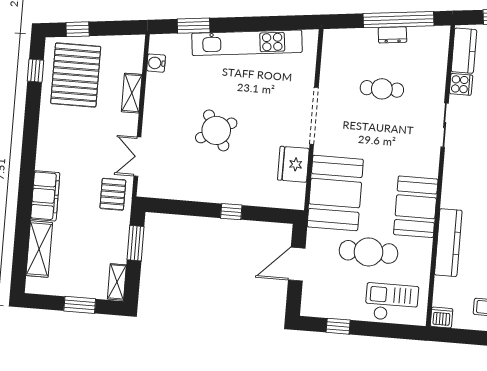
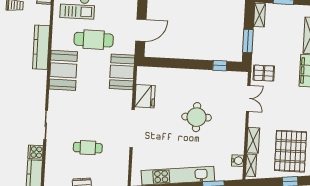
shelving: (136, 55) -> (251, 165), added
round table: (216, 130) -> (197, 117), turned 30
booth: (335, 193) -> (122, 72), width x0.73, depth x0.70
pallet: (113, 194) -> (264, 73), turned 90
window: (231, 212) -> (220, 66), moved

